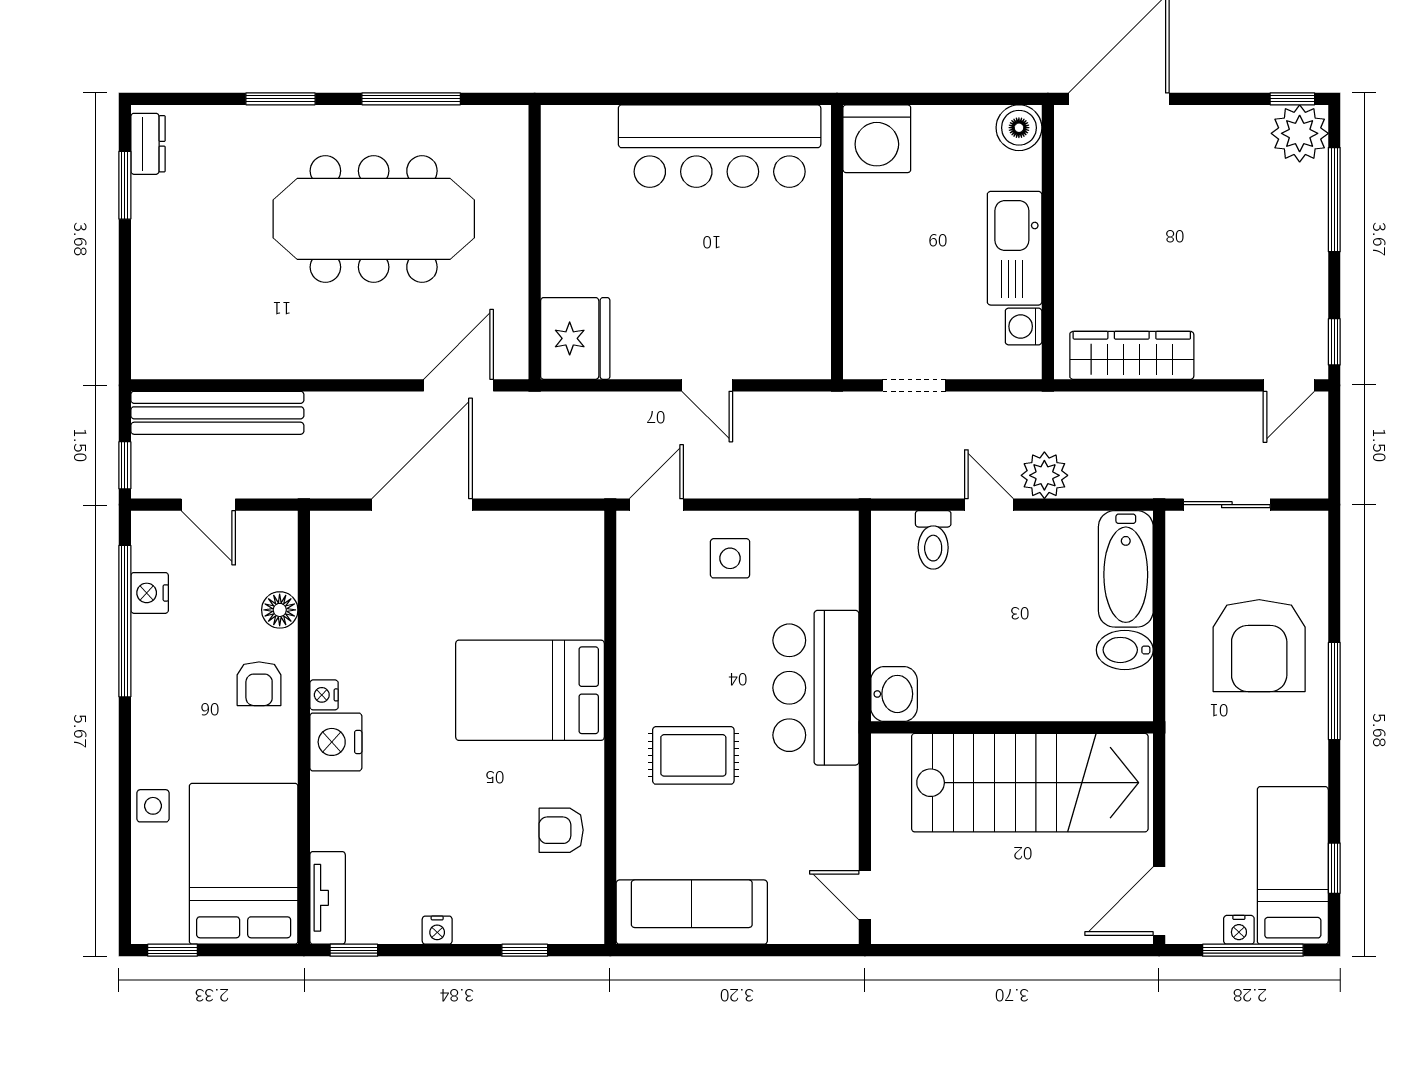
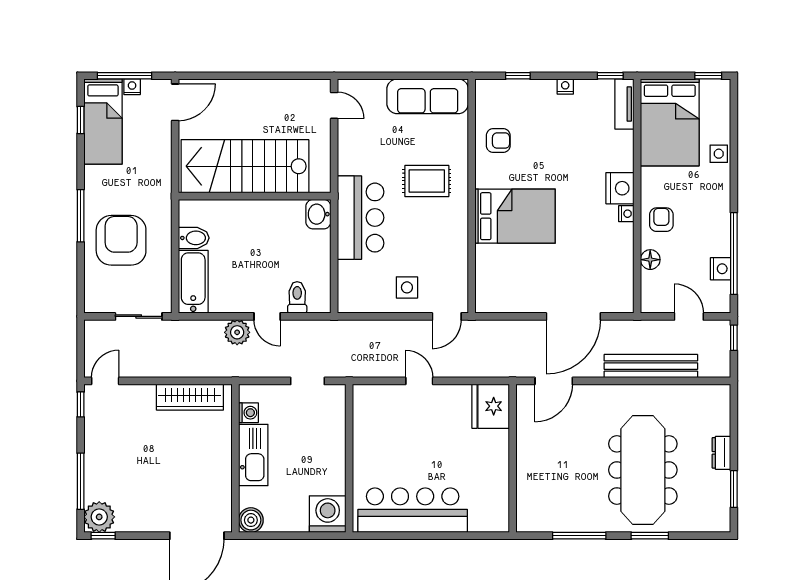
dresser: (148, 144) -> (721, 453), moved
meeting table: (374, 219) -> (643, 470), moved, turned 90
bench: (217, 413) -> (651, 366), moved

